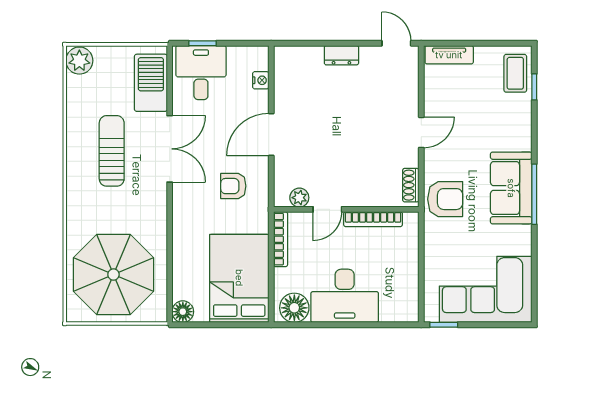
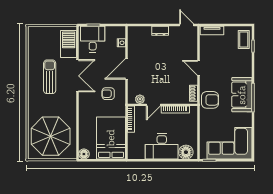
plant: (79, 61) -> (34, 33), removed
door: (421, 132) -> (199, 68), swing flipped
floor lamp: (294, 308) -> (186, 152), moved

